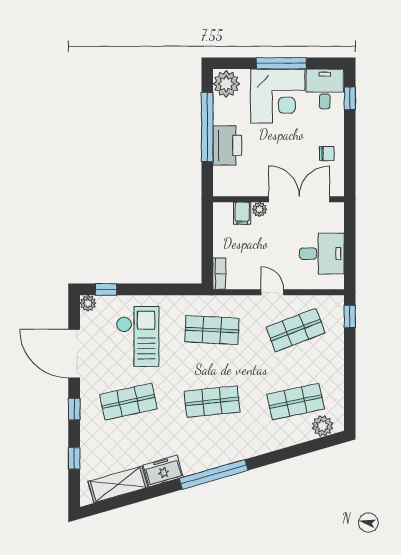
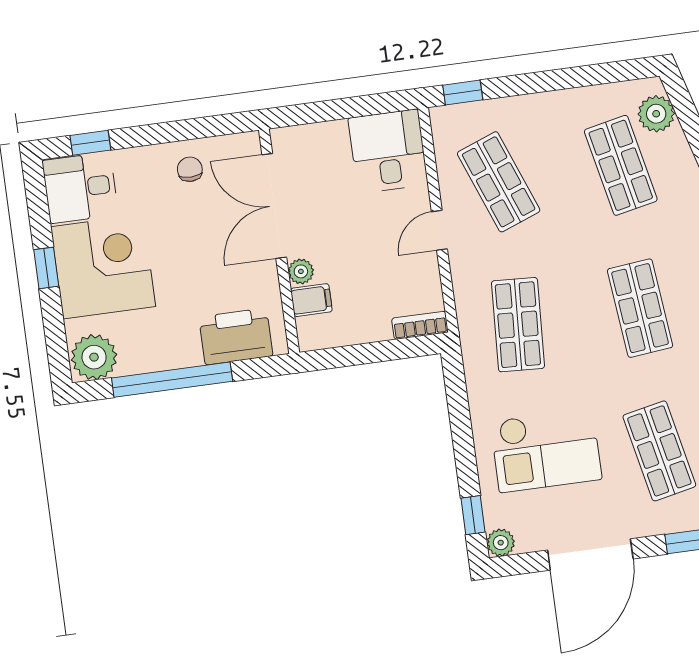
window: (281, 63) -> (46, 268), width x0.46
printer: (227, 145) -> (236, 336), moved
desk: (322, 254) -> (388, 151), moved
checkout: (138, 336) -> (546, 450), turned 180

